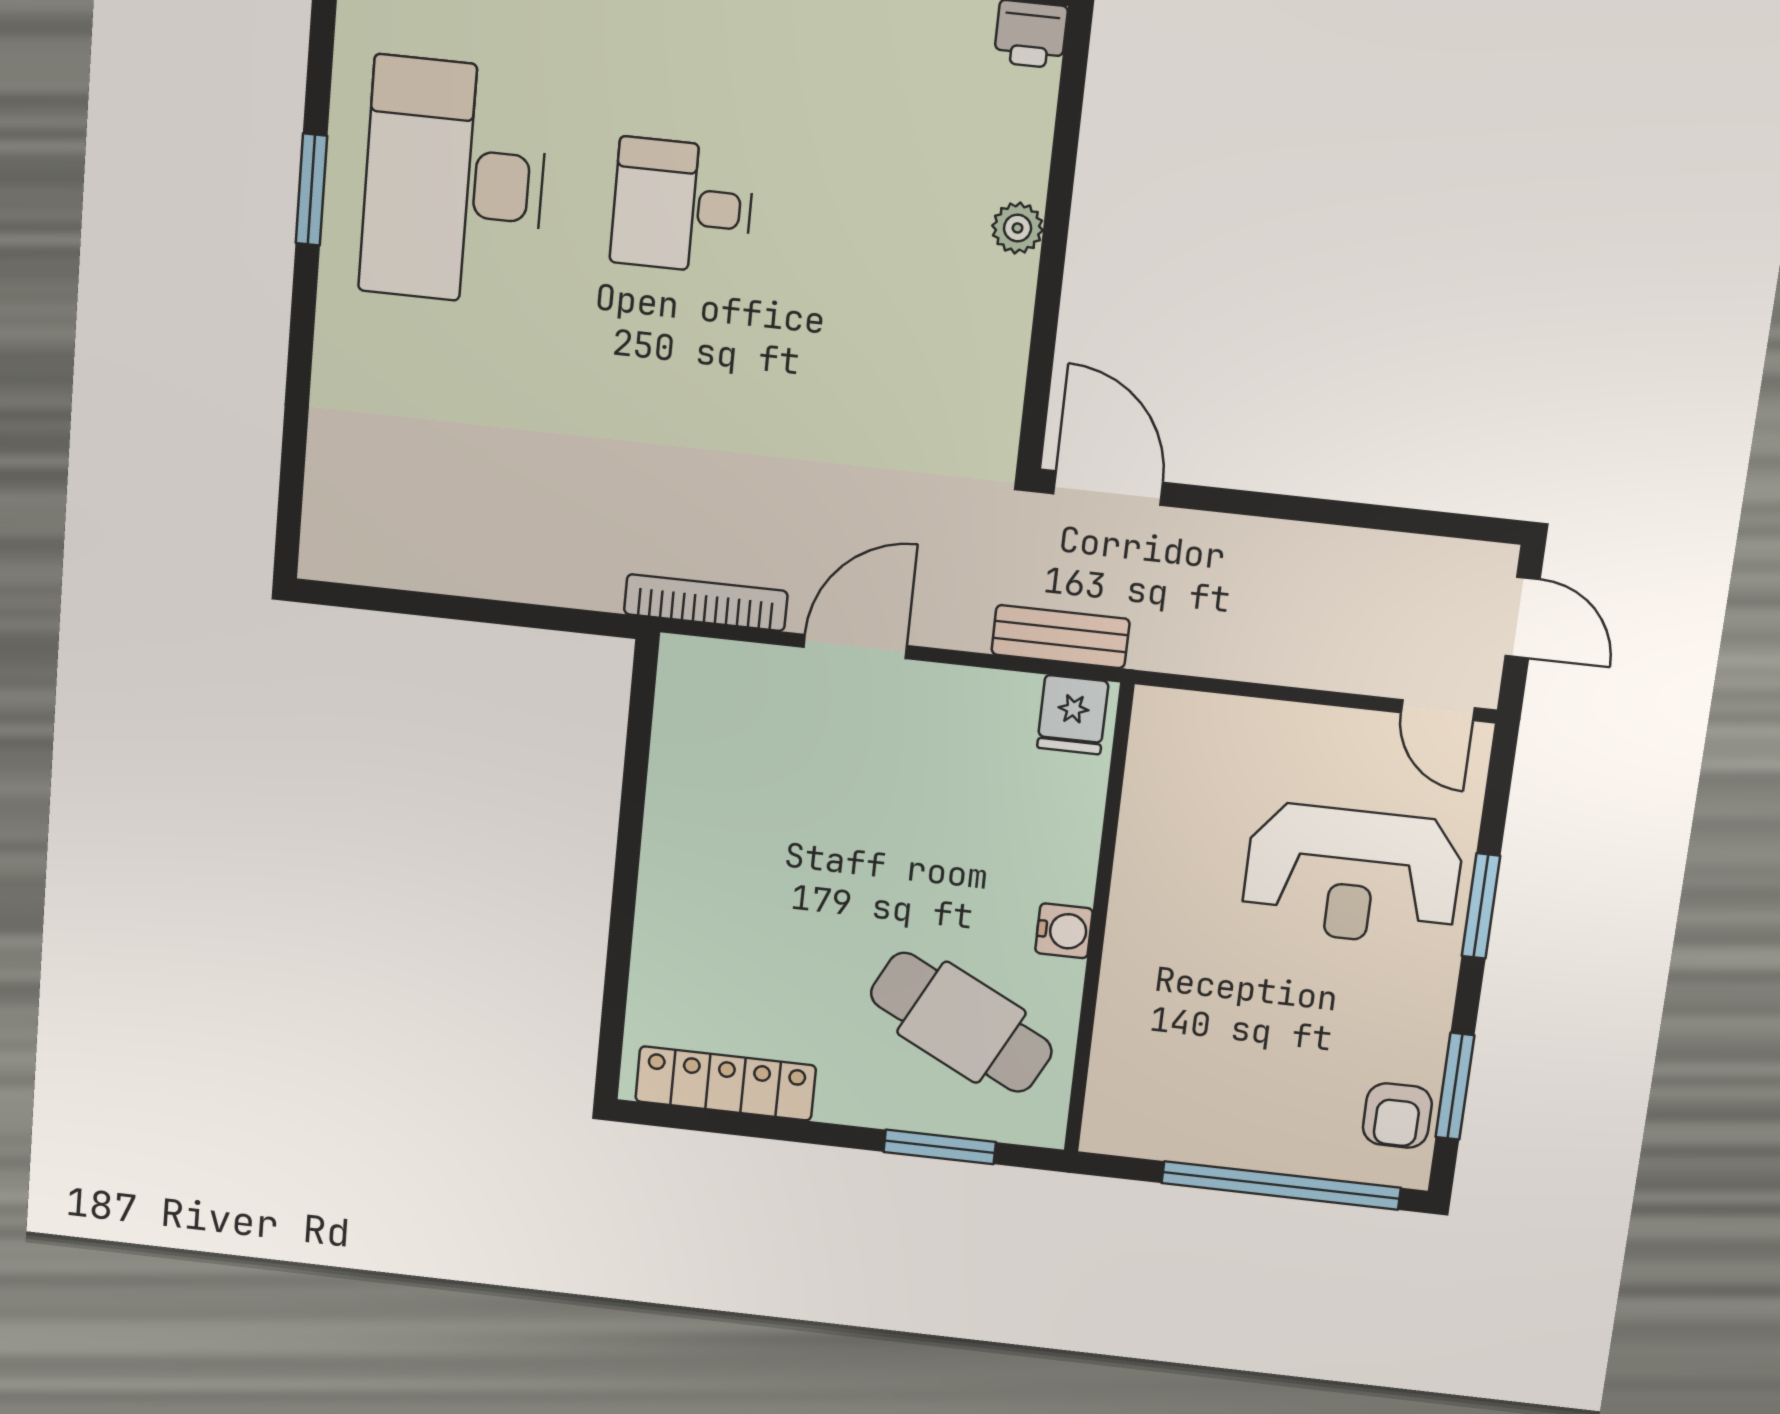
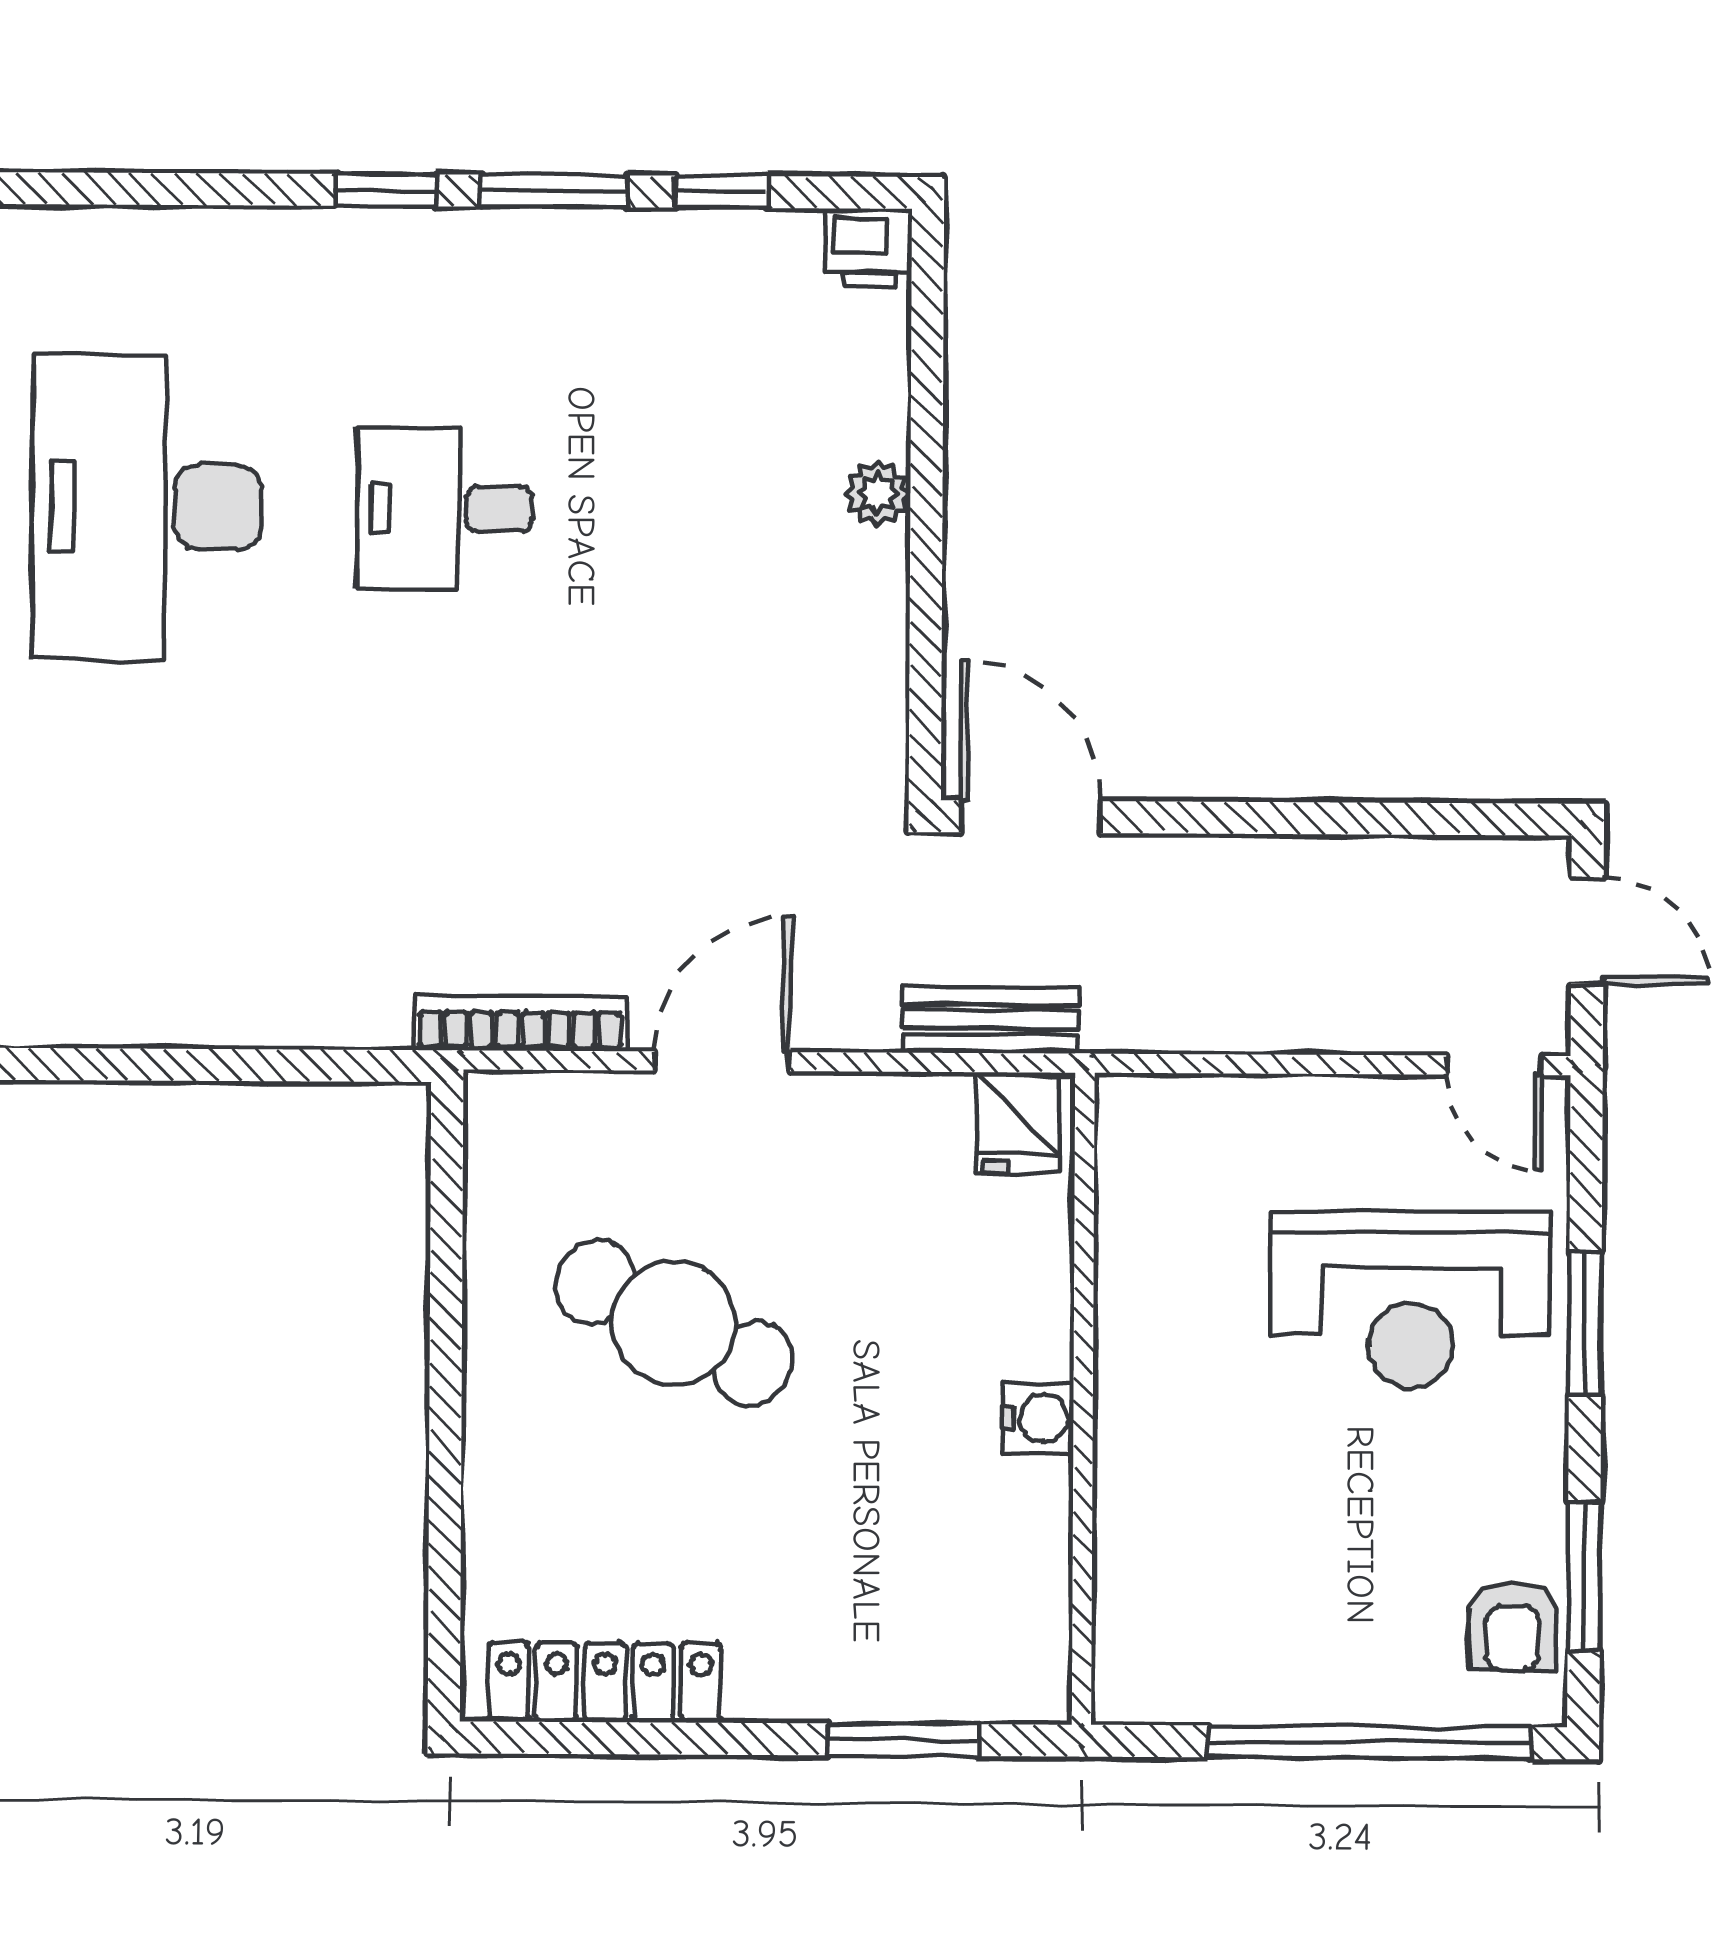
cafe table: (961, 1022) -> (674, 1323), moved

